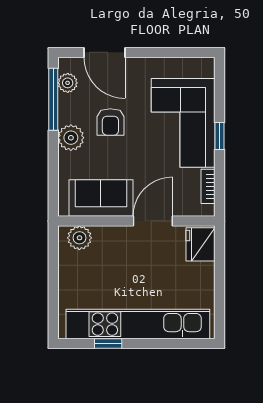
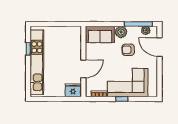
door: (104, 52) -> (159, 47), hinge flipped
sofa: (101, 198) -> (100, 34), moved, turned 90
door: (153, 221) -> (83, 69), hinge flipped
plant: (79, 238) -> (76, 36), removed

